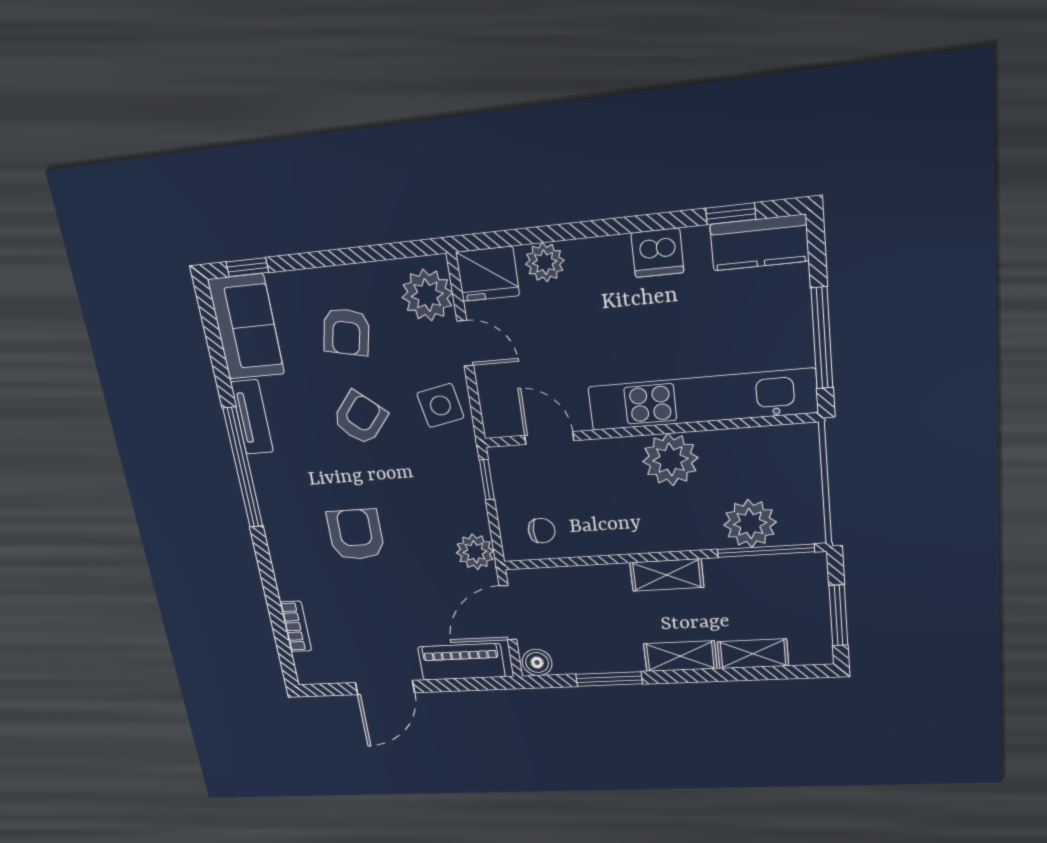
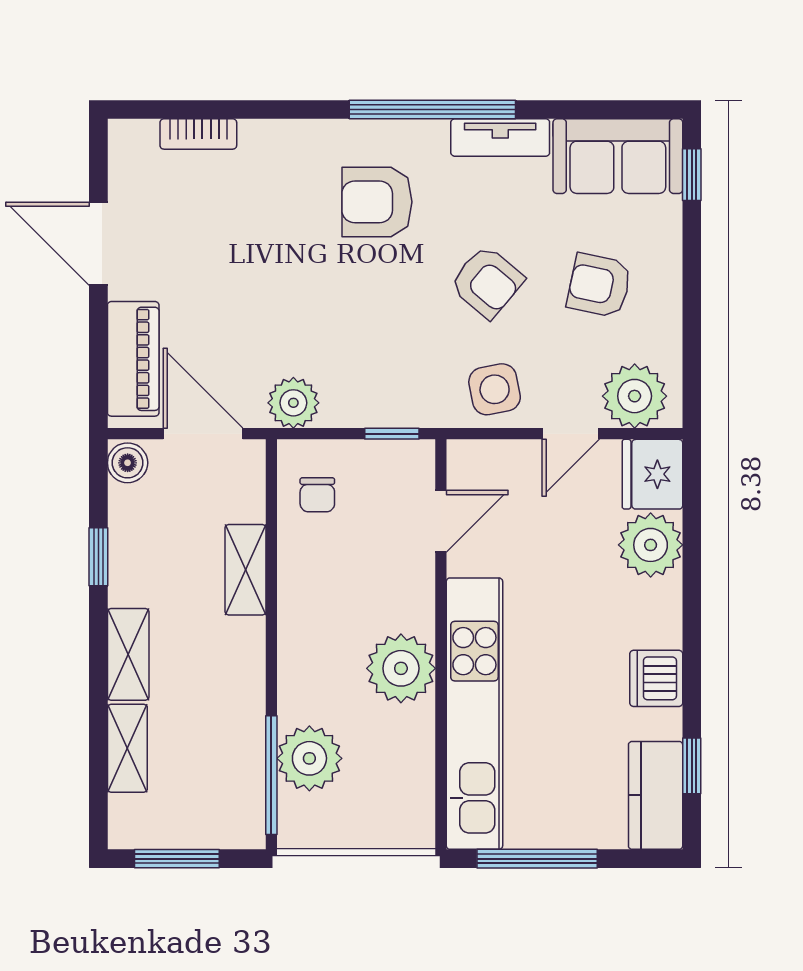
plant: (545, 262) -> (651, 545), width x1.36, depth x1.36
armchair: (356, 535) -> (377, 202), moved, turned 180
shelving: (667, 575) -> (246, 570), moved
window: (609, 679) -> (98, 557), width x0.67

